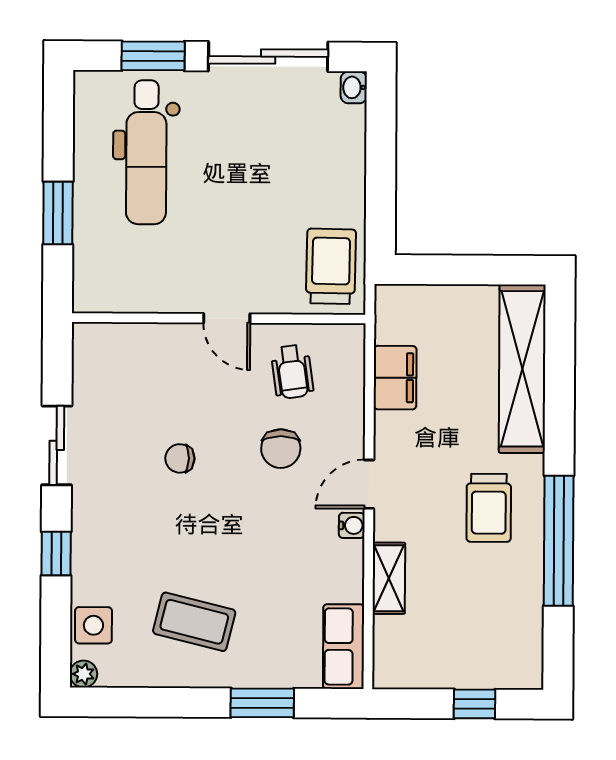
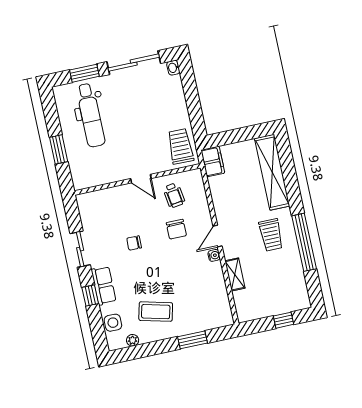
filing cabinet: (395, 378) -> (213, 161), moved
row of seats: (344, 647) -> (104, 286), moved, turned 180
plant: (84, 674) -> (133, 340), moved

